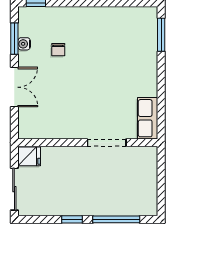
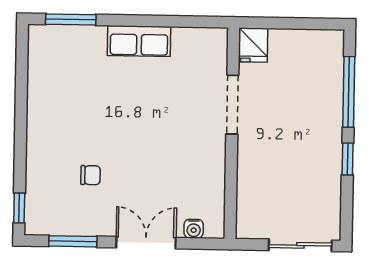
water cooler: (24, 44) -> (194, 229), moved
row of seats: (148, 118) -> (139, 41), moved
fridge: (29, 156) -> (253, 45), moved, turned 180

